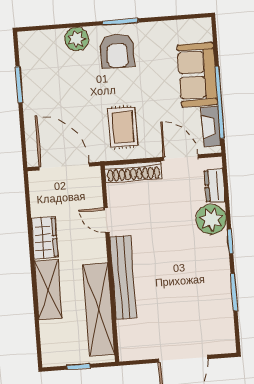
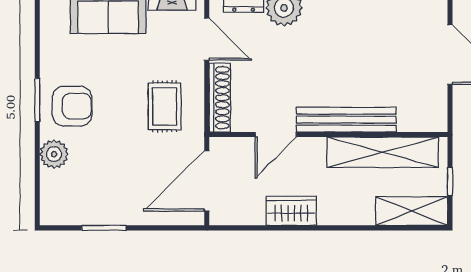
rug: (123, 127) -> (165, 106), turned 90
door: (181, 158) -> (207, 39), swing flipped
door: (106, 220) -> (276, 135), width x1.37
shelving: (48, 290) -> (412, 211), moved

